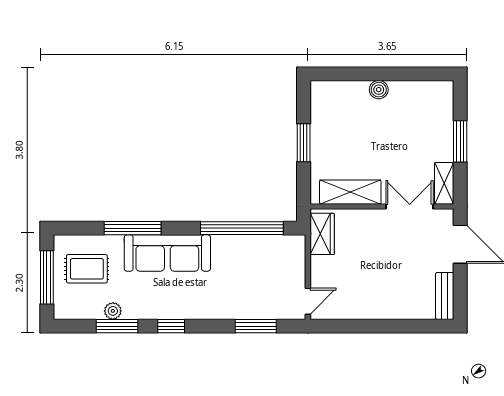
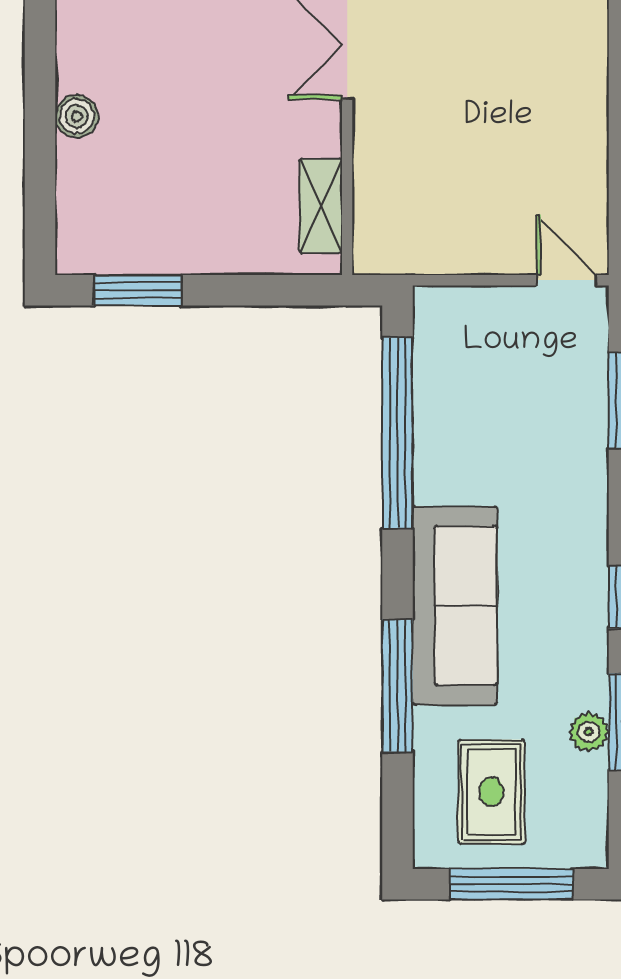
window: (304, 143) -> (138, 290), moved
shelving: (350, 192) -> (321, 206), width x0.67, depth x0.75
wardrobe: (322, 234) -> (411, 247), removed

